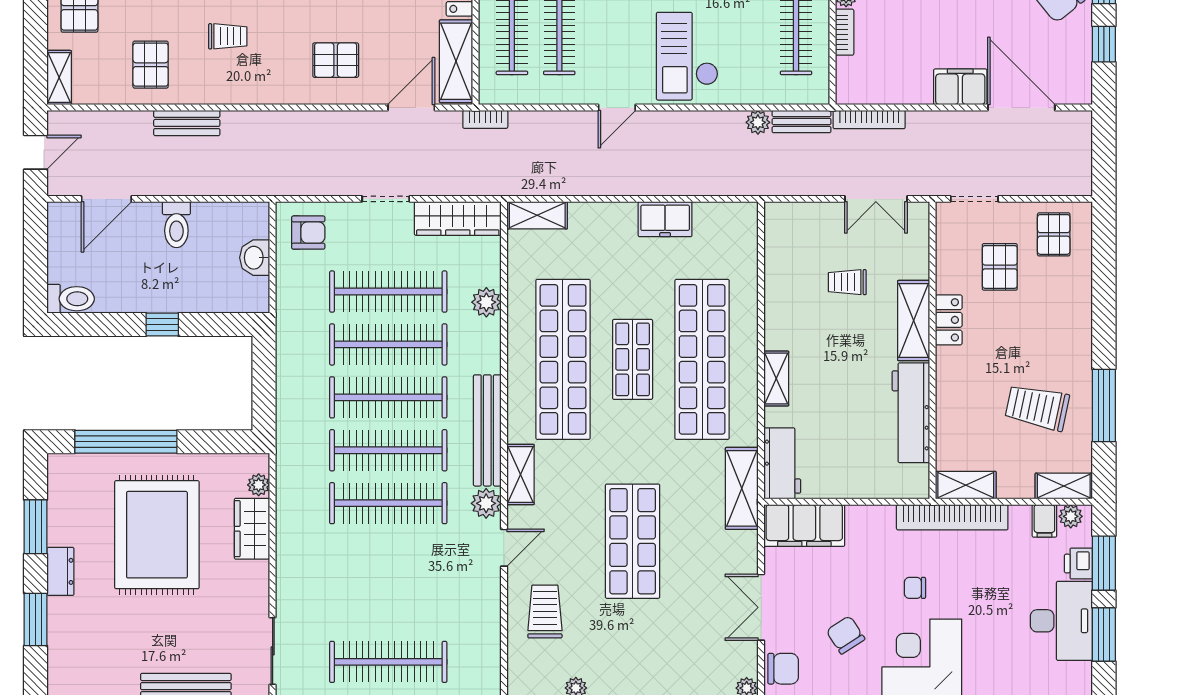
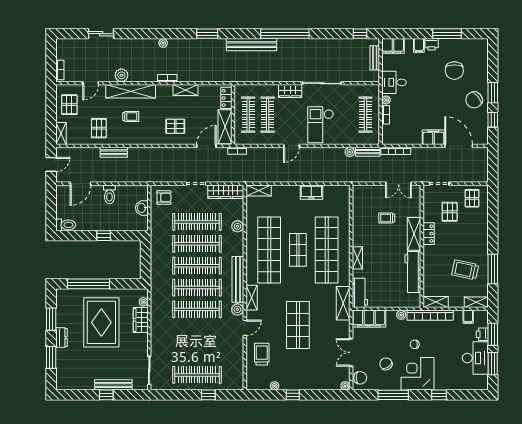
plant: (1071, 516) -> (401, 315), moved

